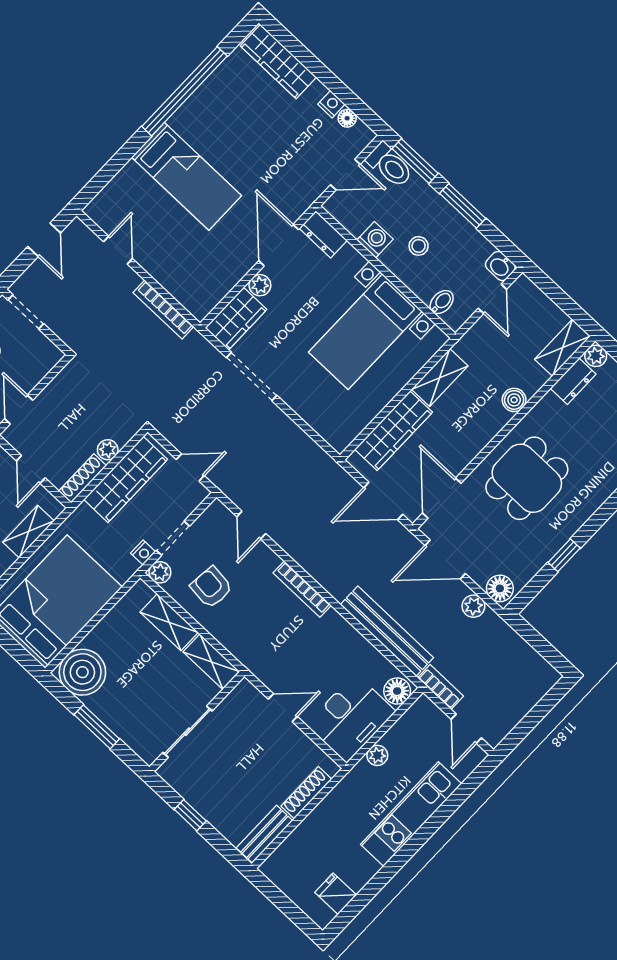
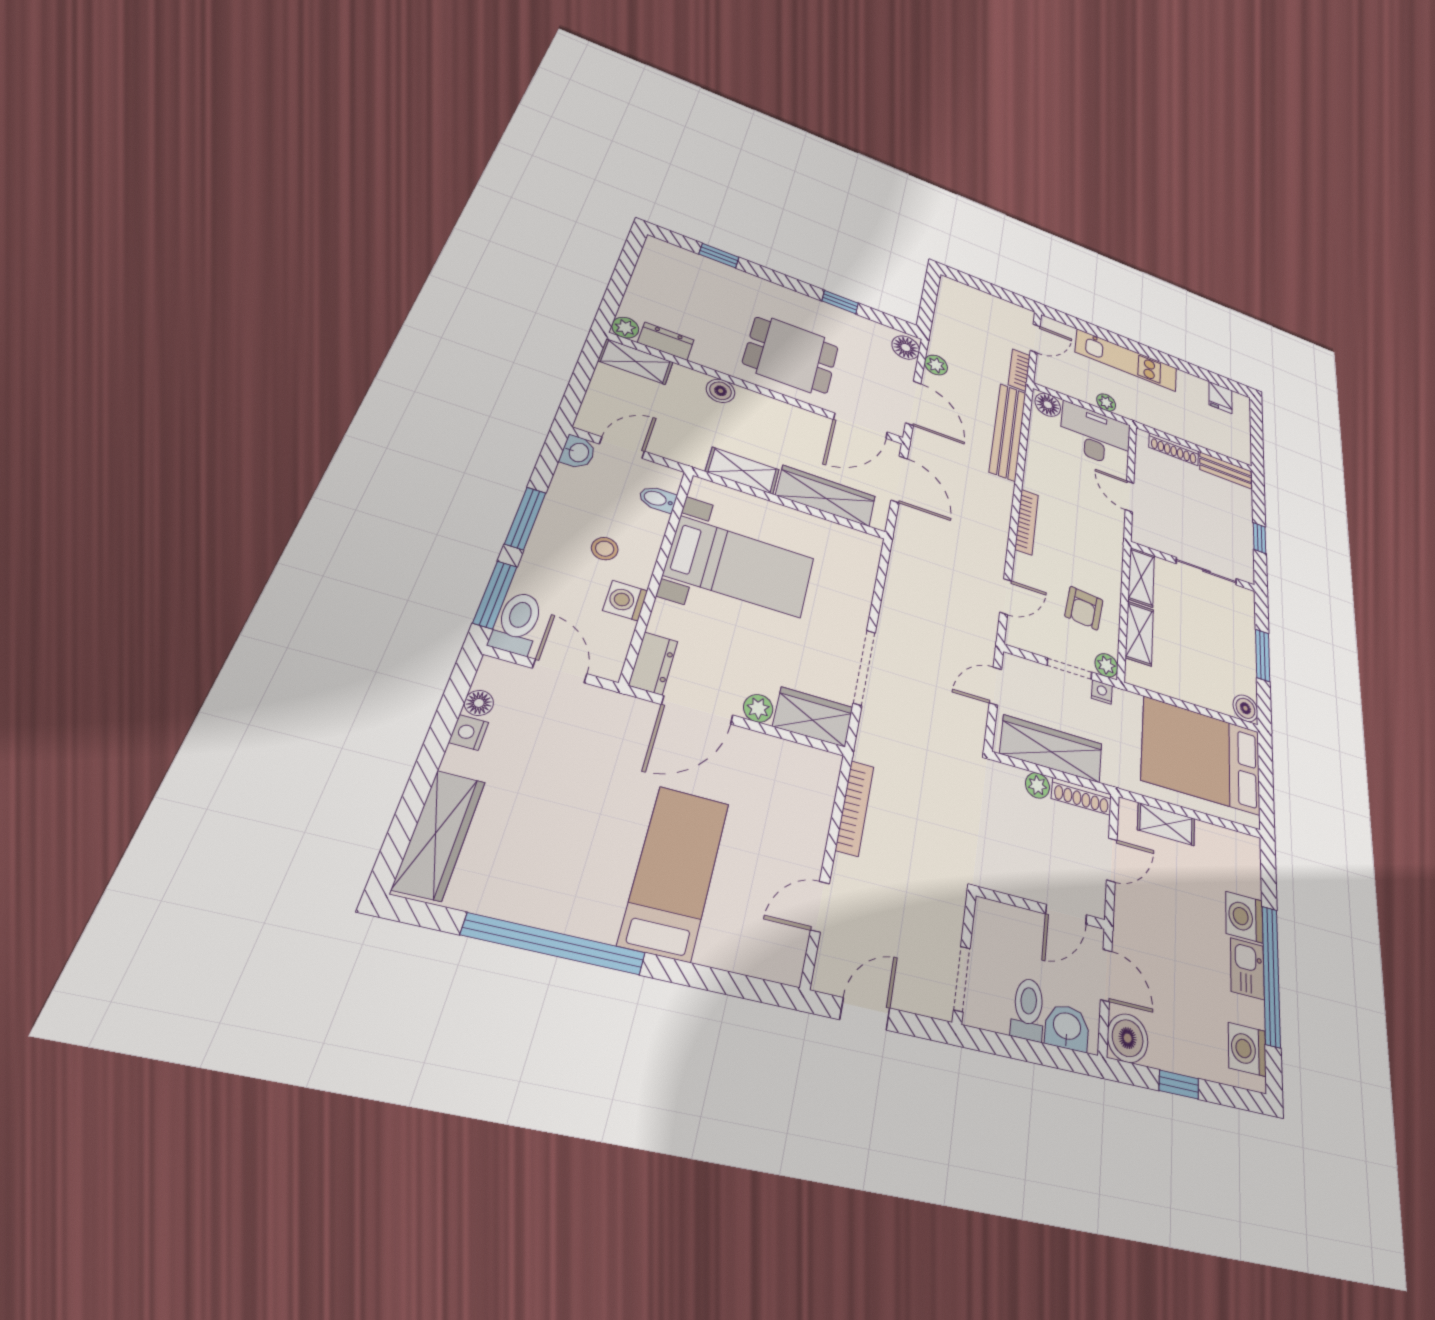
door: (190, 467) -> (995, 686), hinge flipped
boiler: (82, 672) -> (1245, 708), width x0.54, depth x0.54

